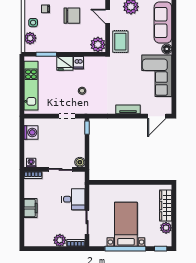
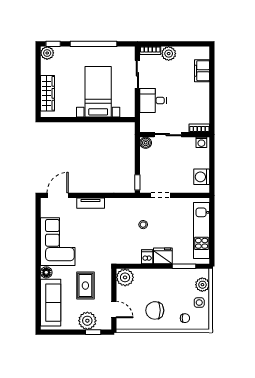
rug: (120, 42) -> (85, 286), moved
filing cabinet: (31, 208) -> (202, 71), moved
bed with nightstands: (126, 224) -> (98, 92), moved, turned 180
plant: (166, 228) -> (47, 53), moved

